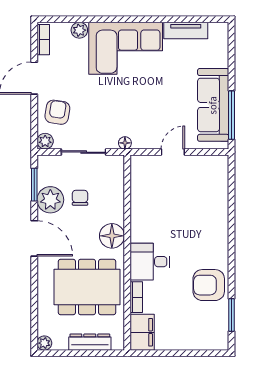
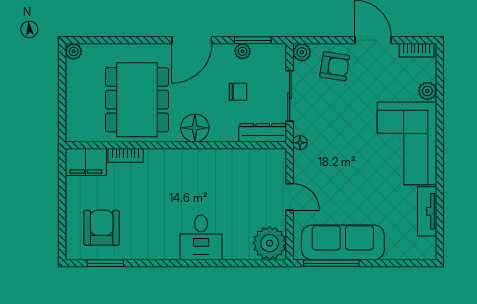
plant: (214, 170) -> (270, 243), added
plant: (50, 200) -> (243, 51), width x0.53, depth x0.53
desk: (150, 262) -> (201, 237), moved, turned 180
armchair: (209, 285) -> (102, 228), moved
dresser: (90, 342) -> (263, 133), moved, turned -90

